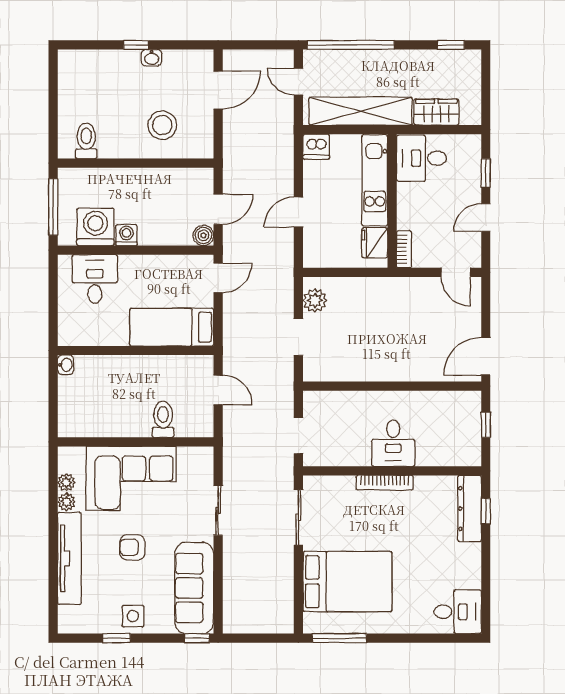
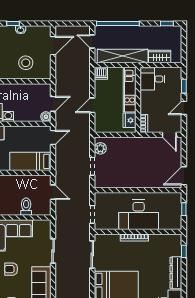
desk: (393, 443) -> (139, 215), width x1.87, depth x1.30
dresser: (469, 508) -> (176, 273), moved

